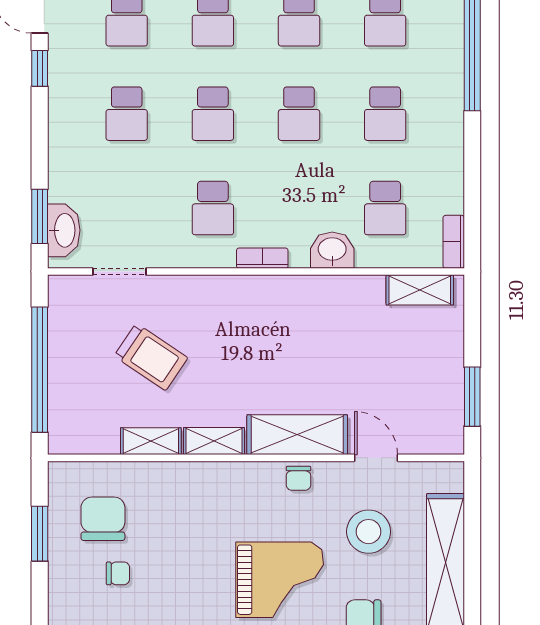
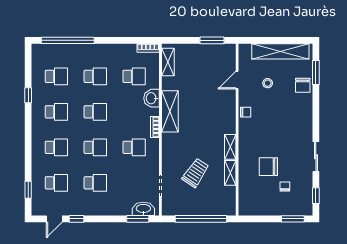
shelving: (297, 435) -> (170, 111), moved
chair: (103, 519) -> (268, 167), moved
stool: (369, 532) -> (268, 83), width x0.53, depth x0.53
window: (40, 534) -> (293, 219), moved
grand piano: (280, 580) -> (287, 120), removed

